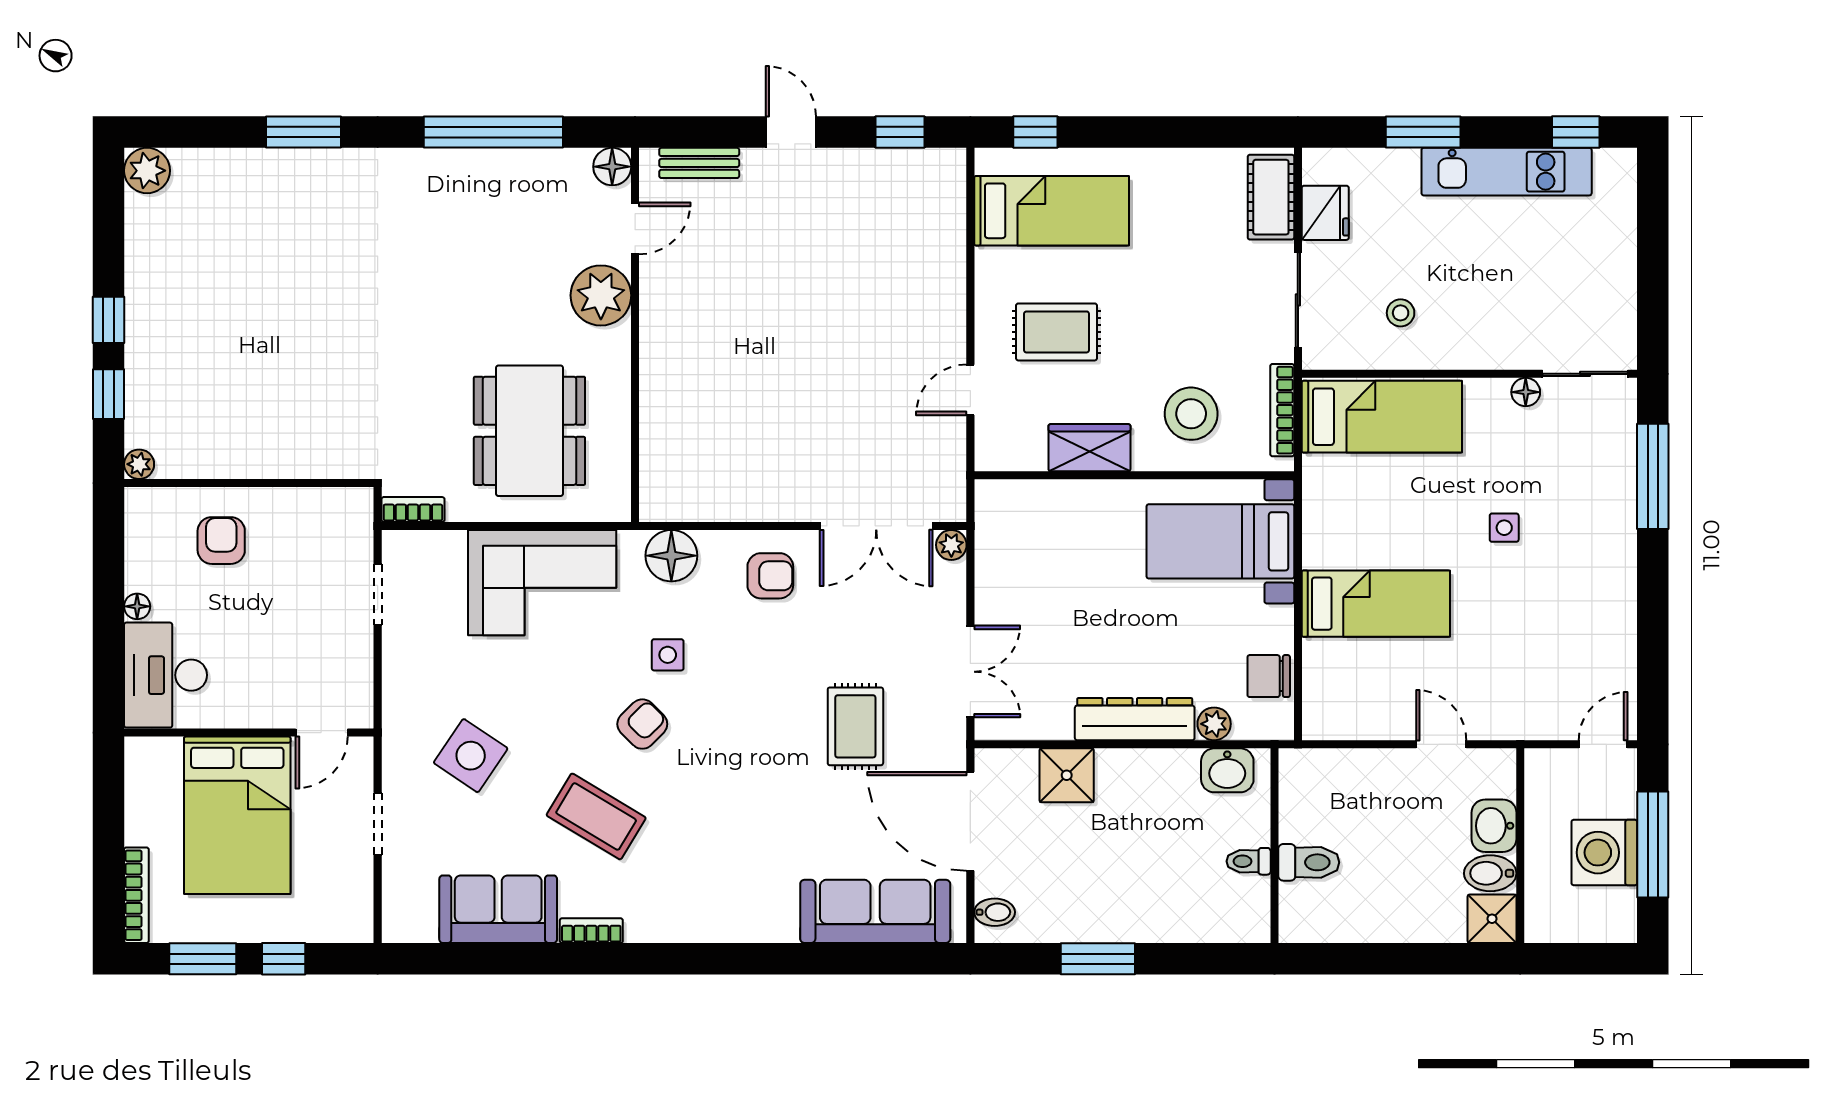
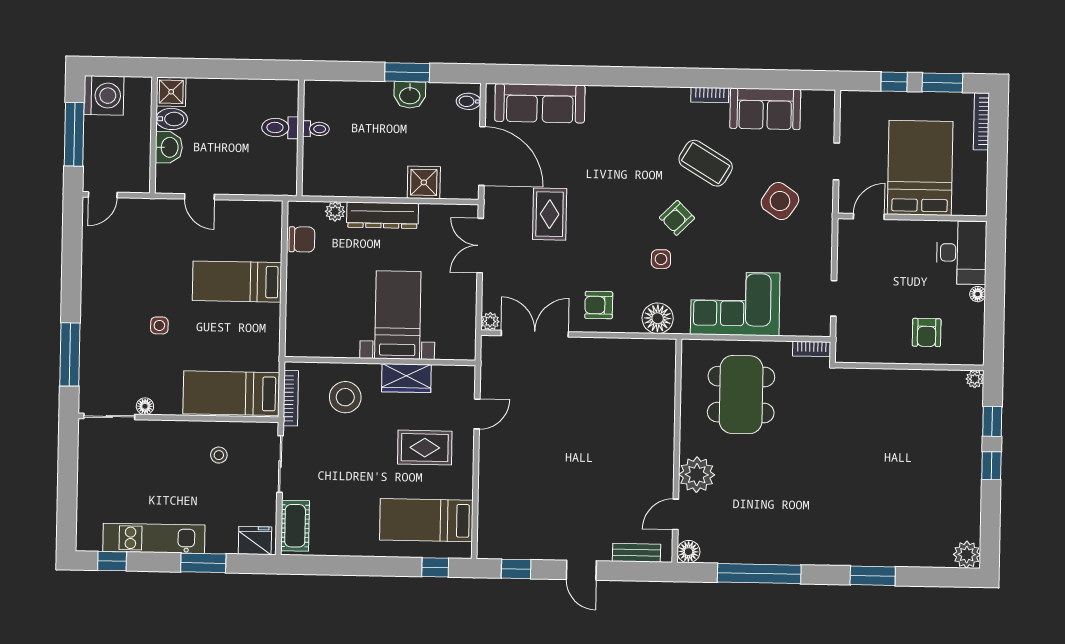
fridge: (1325, 213) -> (255, 541), moved, turned 90
bed with nightstands: (1220, 541) -> (398, 315), moved, turned -90
washbasin: (1227, 770) -> (410, 95), moved, turned 180
washing machine: (1604, 853) -> (104, 95), moved

